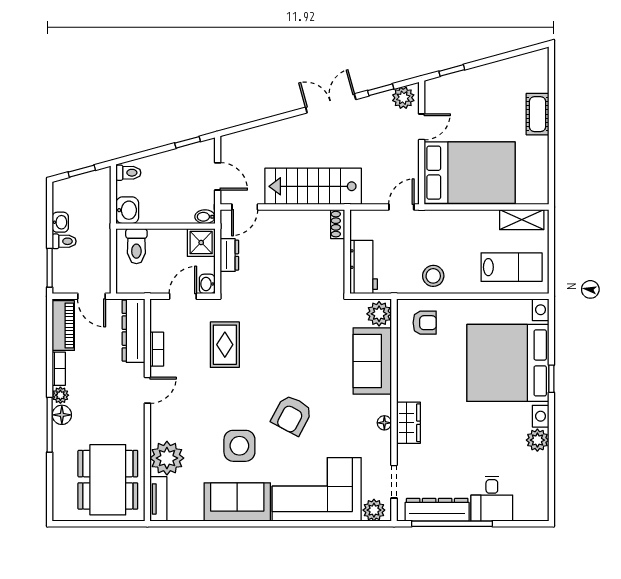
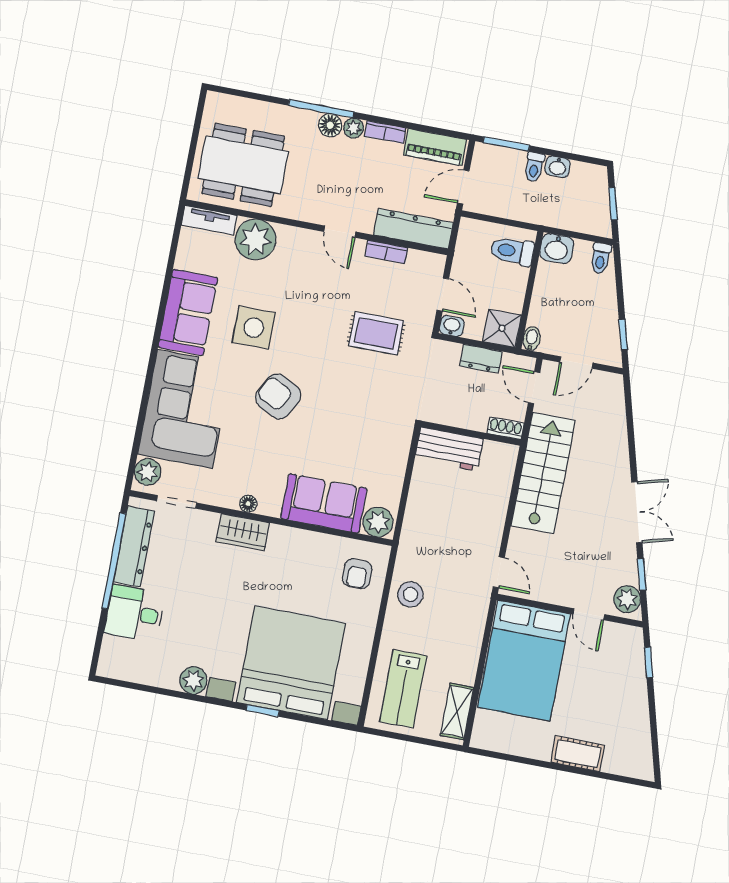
shoe rack: (338, 224) -> (505, 428), moved
wall: (347, 252) -> (471, 433), moved
workbench: (364, 267) -> (449, 449), moved

